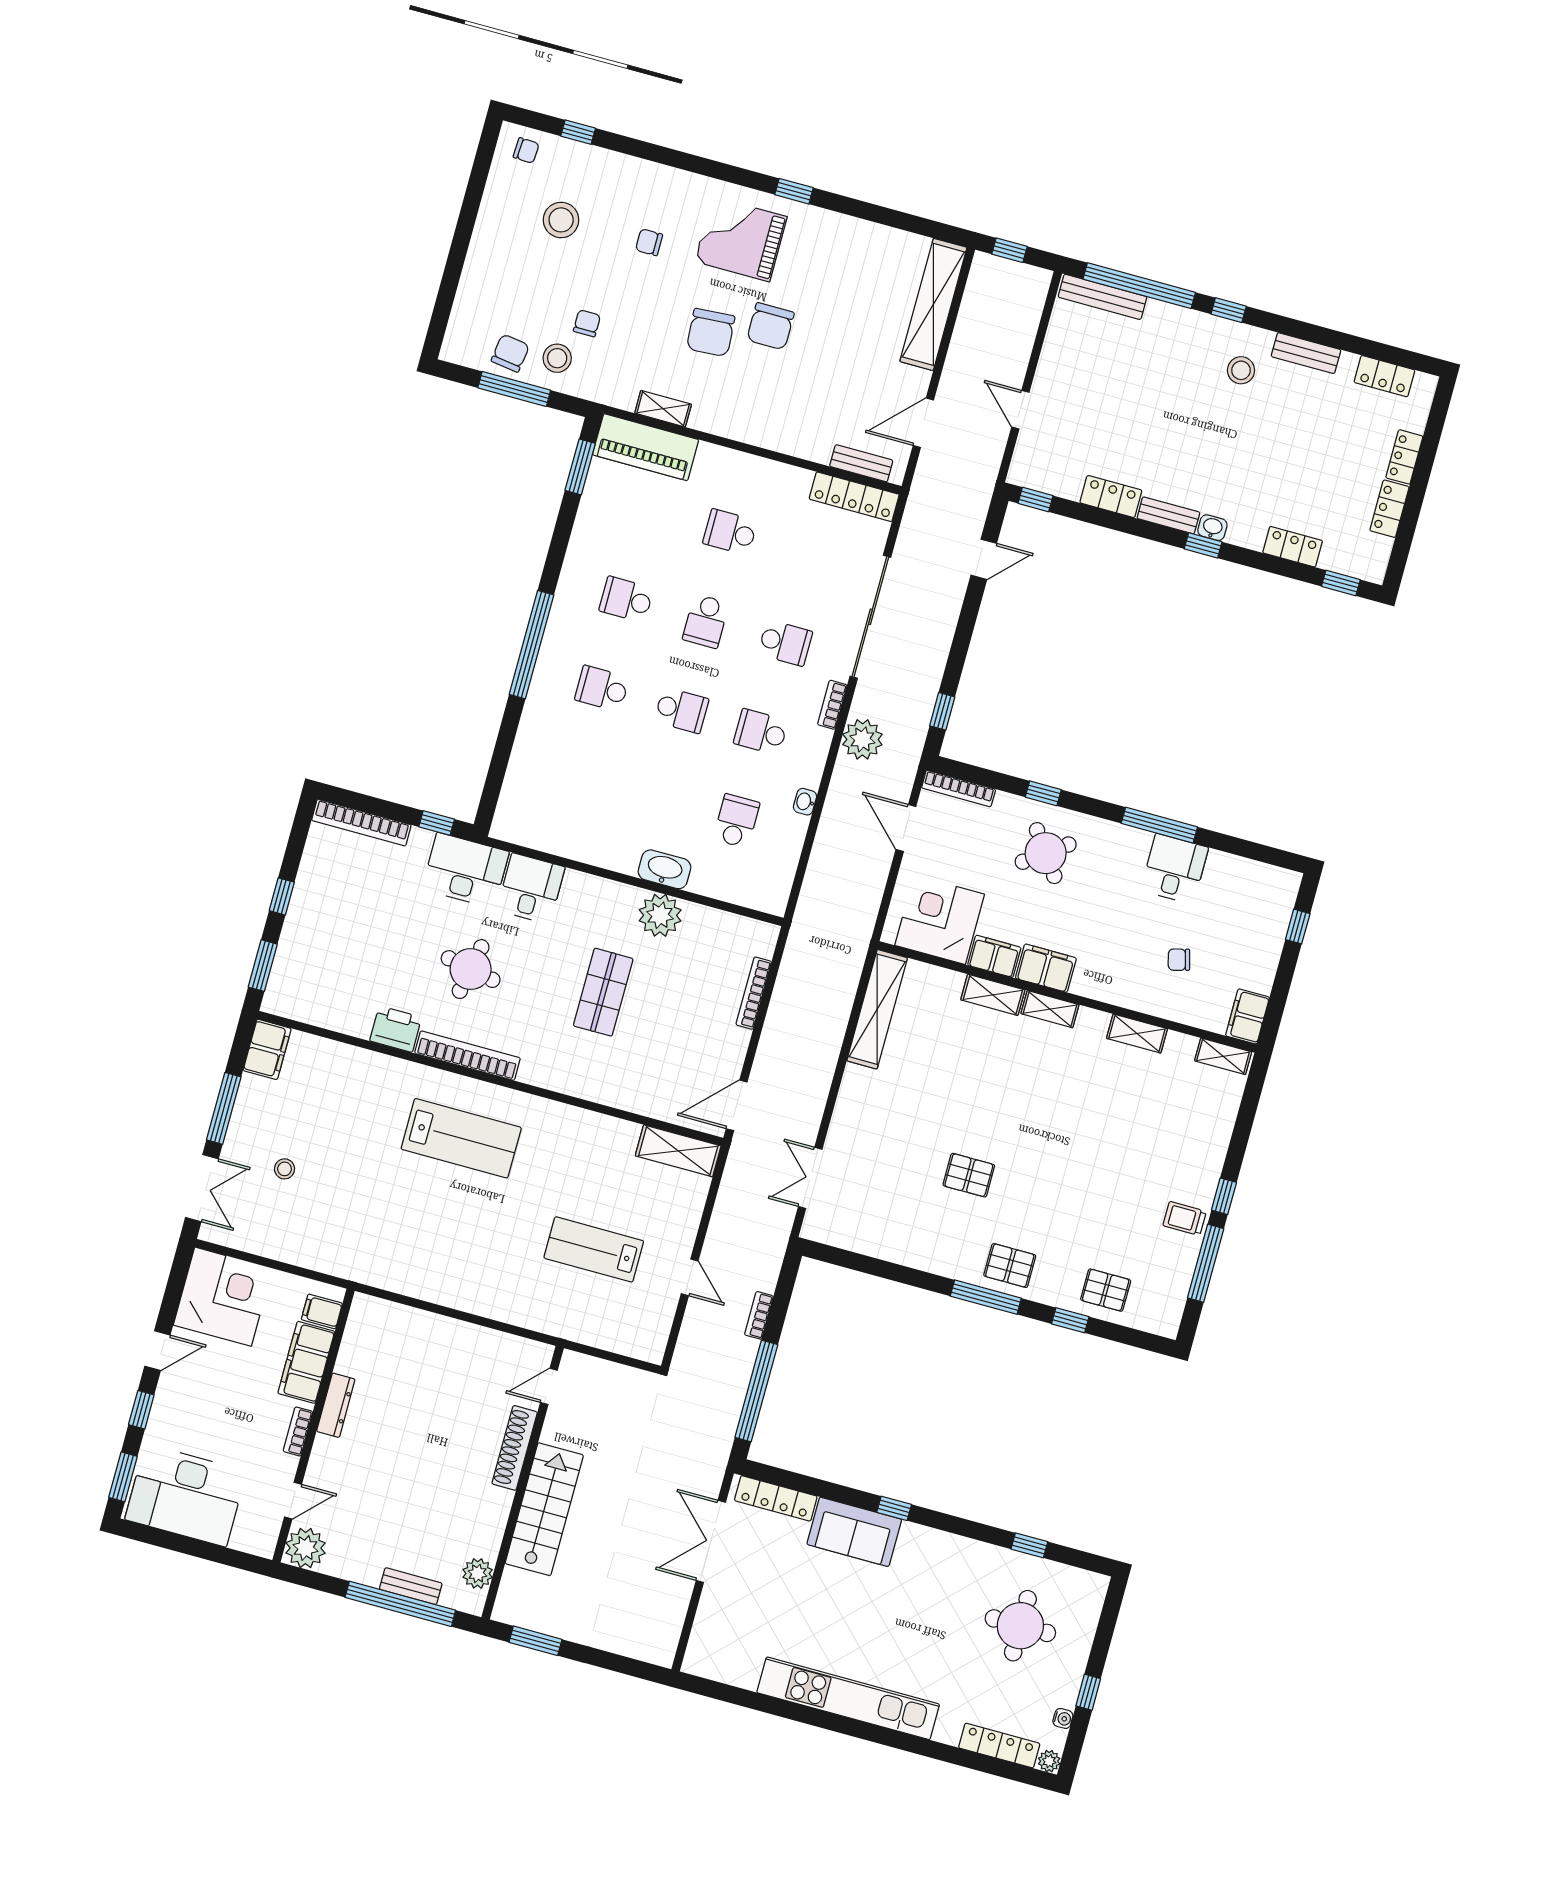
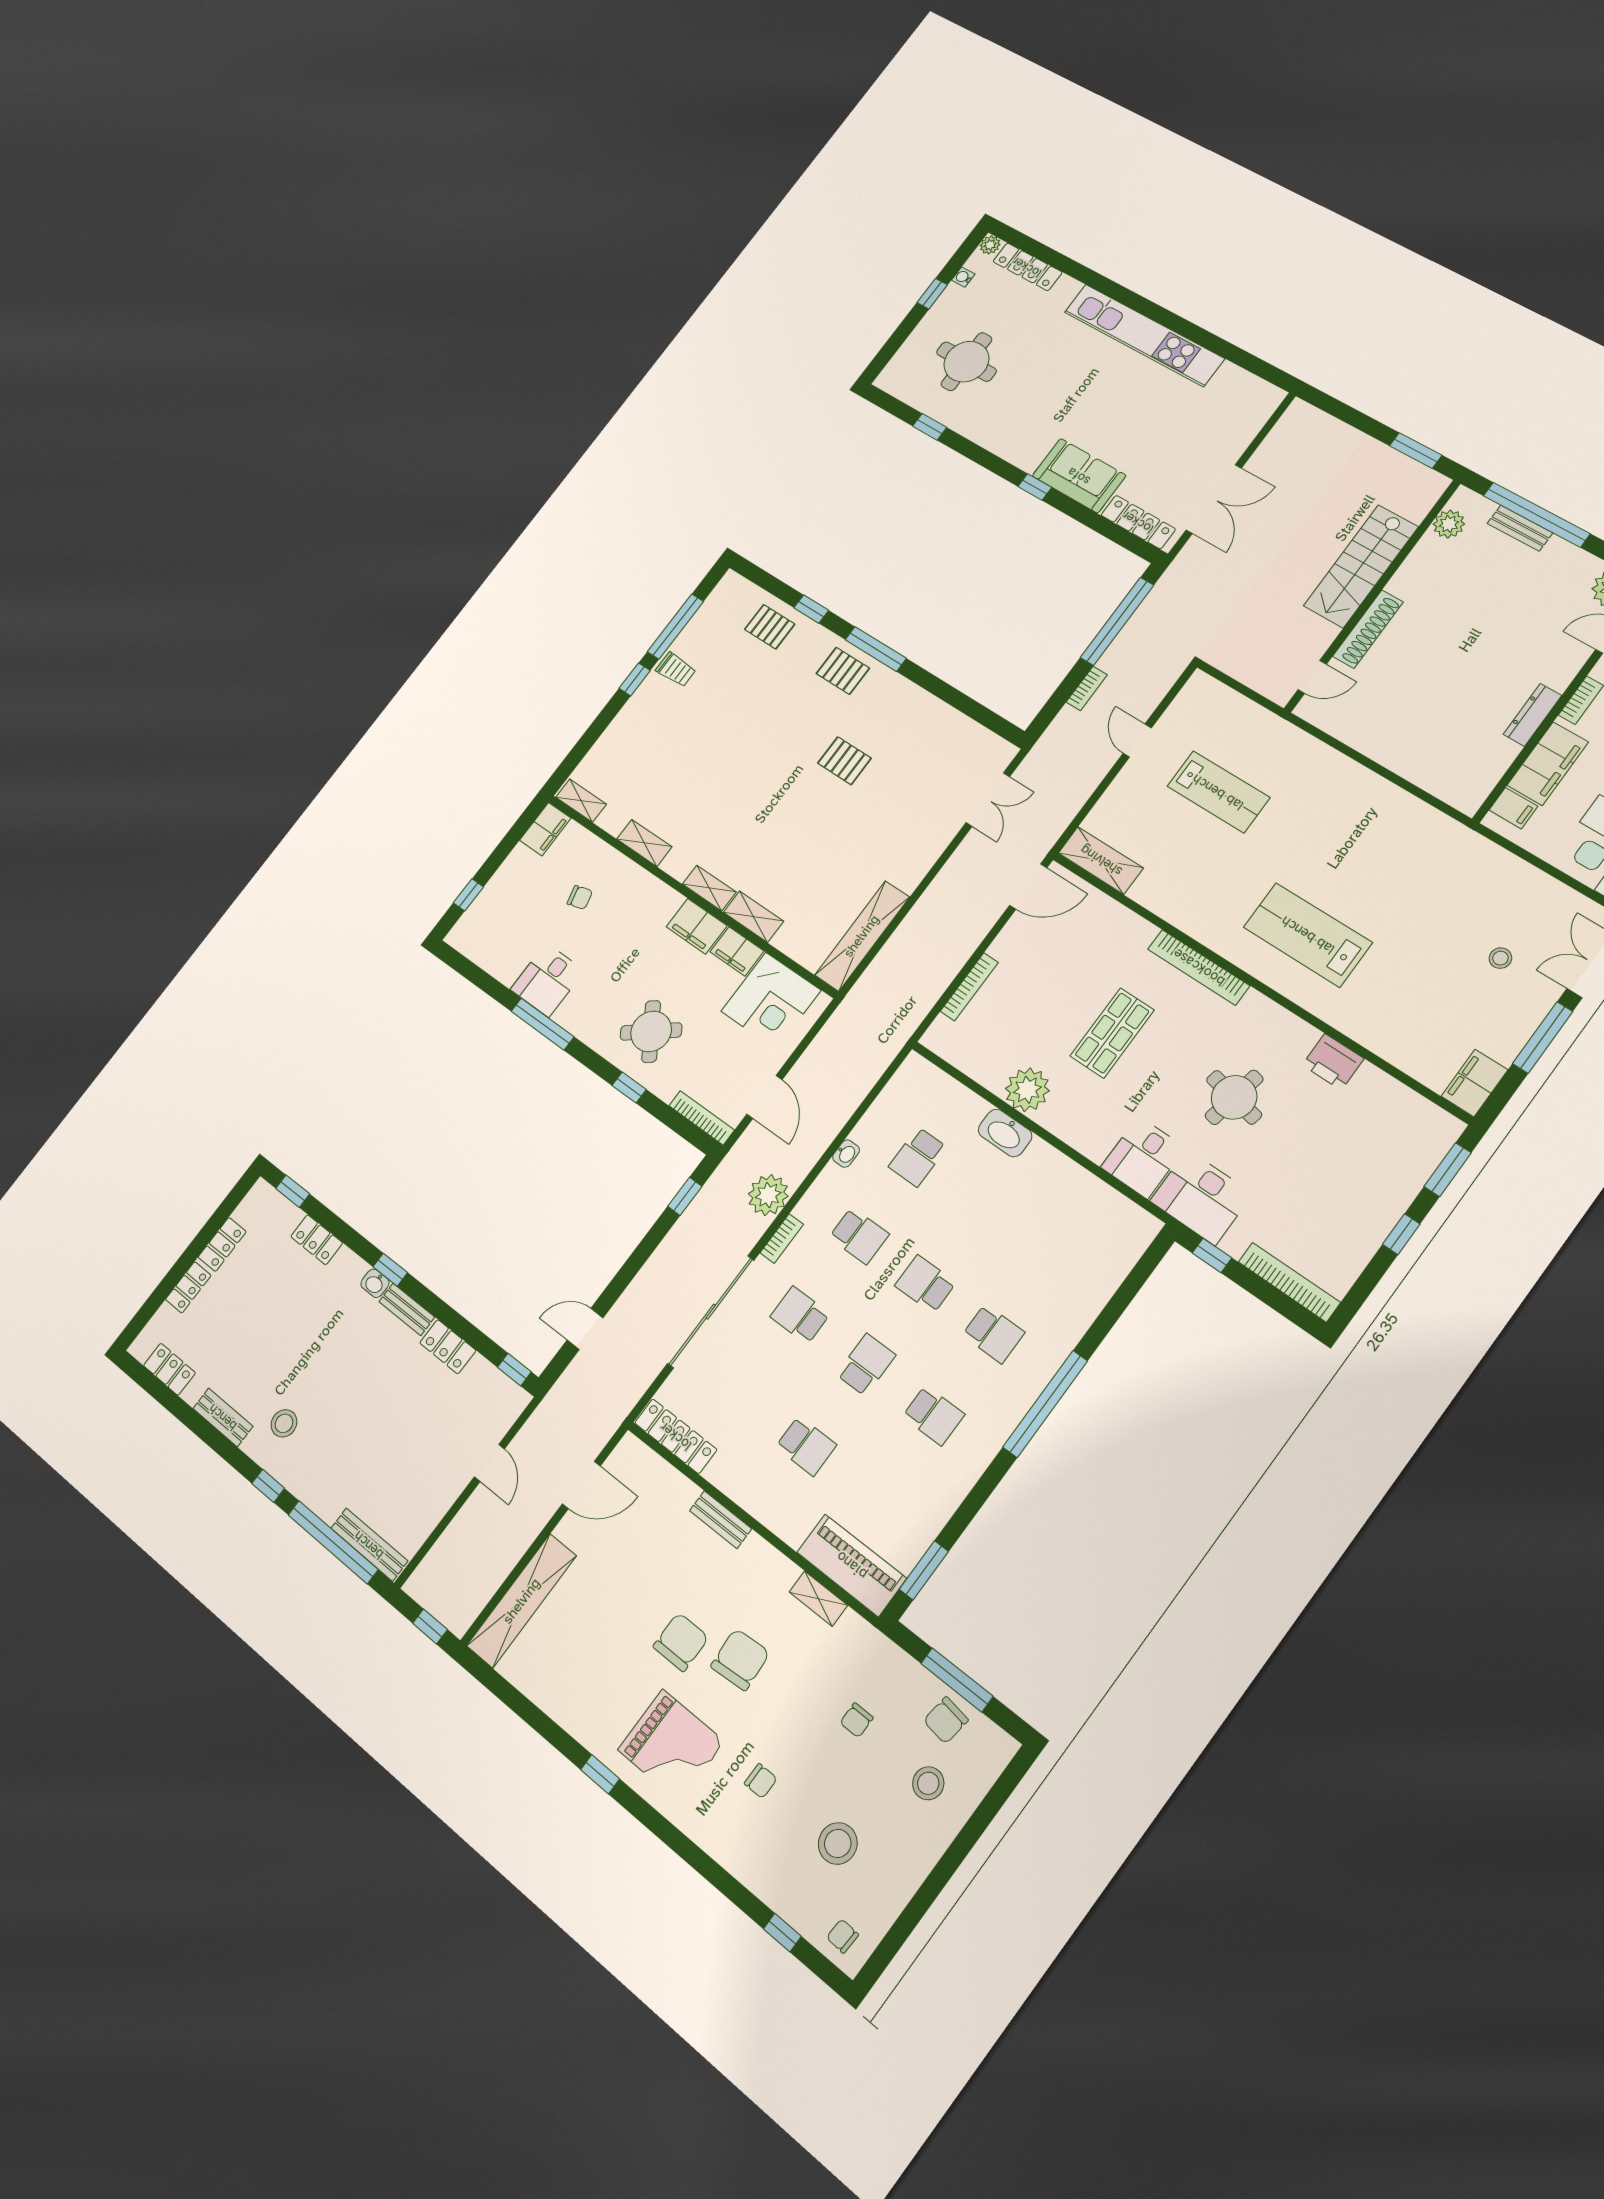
stool: (557, 358) -> (928, 1783), moved
bench: (861, 463) -> (721, 1520), moved
bookcase: (467, 1056) -> (1199, 967), moved

